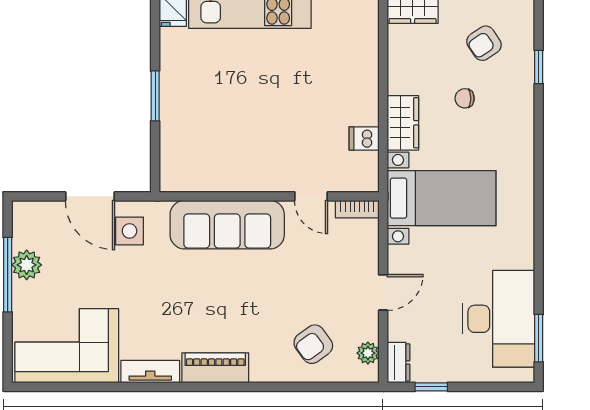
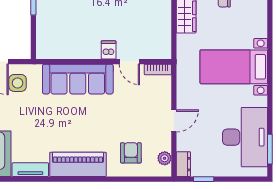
dishwasher: (364, 138) -> (109, 50), moved, turned 90
bed with nightstands: (442, 198) -> (234, 67), moved, turned 180
armchair: (313, 344) -> (131, 153), turned 126
piano: (215, 368) -> (78, 164), width x1.37, depth x1.33

